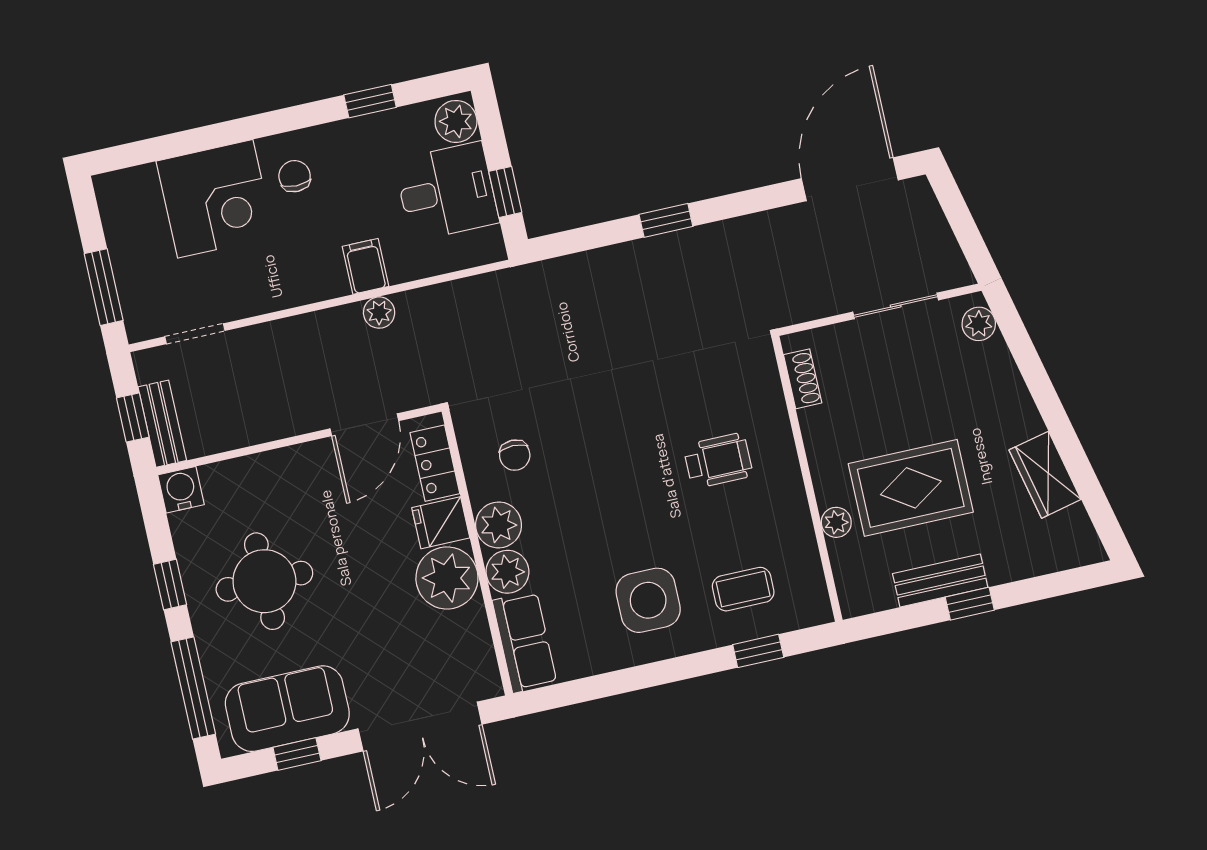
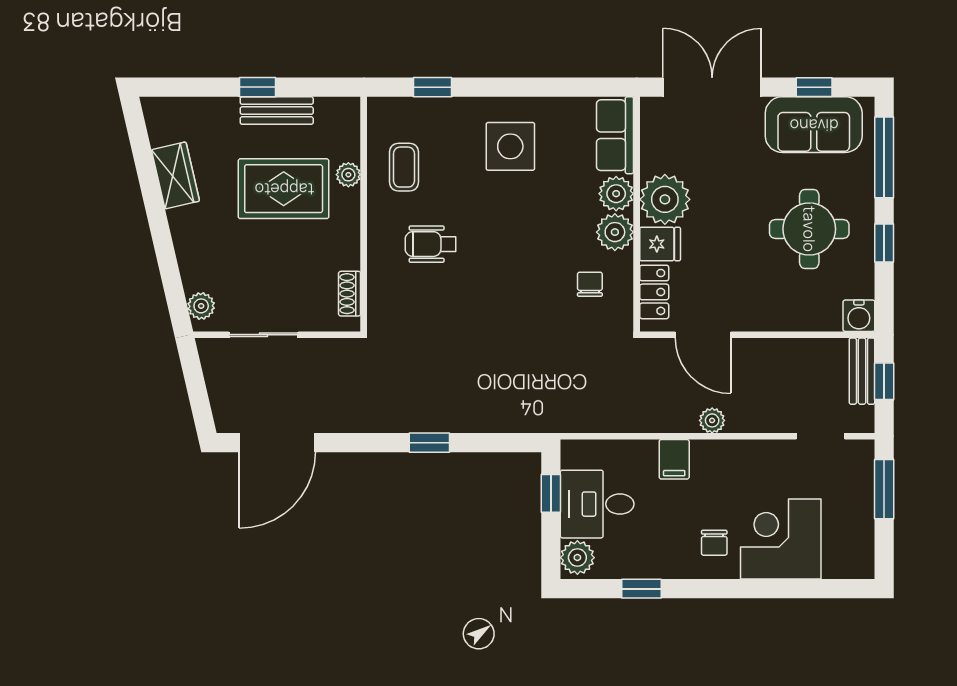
plant: (379, 313) -> (712, 420), moved
door: (364, 425) -> (703, 335), swing flipped
coffee table: (743, 589) -> (404, 167), moved, turned 90

